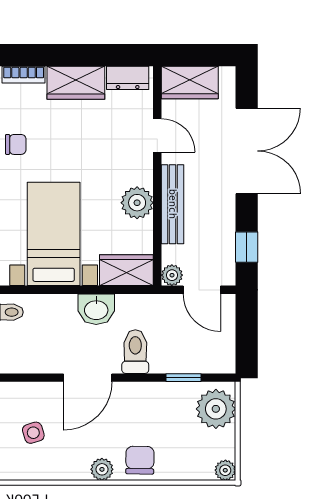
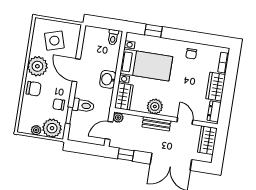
door: (157, 135) -> (185, 121), swing flipped
bench: (173, 204) -> (156, 124), width x0.73
toilet: (135, 352) -> (83, 105), moved
chair: (164, 403) -> (59, 104), added
side table: (33, 433) -> (54, 41), width x1.87, depth x1.87
plant: (102, 469) -> (37, 66), width x1.87, depth x1.87
plant: (225, 470) -> (36, 130), moved

